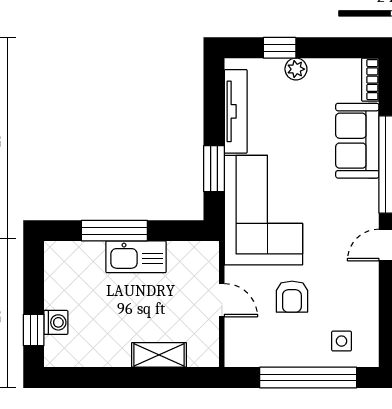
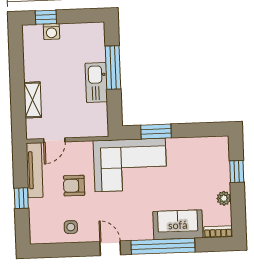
plant: (296, 69) -> (224, 198), moved
tv unit: (236, 111) -> (35, 170), moved, turned -90
door: (222, 300) -> (54, 140), moved
side table: (342, 341) -> (71, 227), moved
window: (308, 378) -> (21, 198), width x0.32

